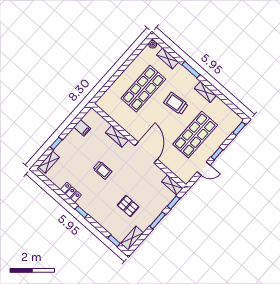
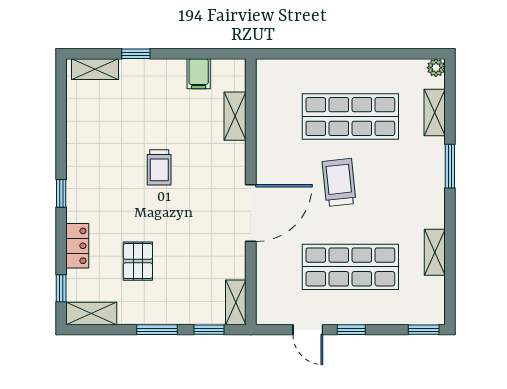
shelving: (205, 92) -> (435, 252), moved
trolley: (176, 103) -> (339, 182), moved
shelving: (117, 136) -> (235, 116), moved
locker: (71, 192) -> (77, 246), moved

